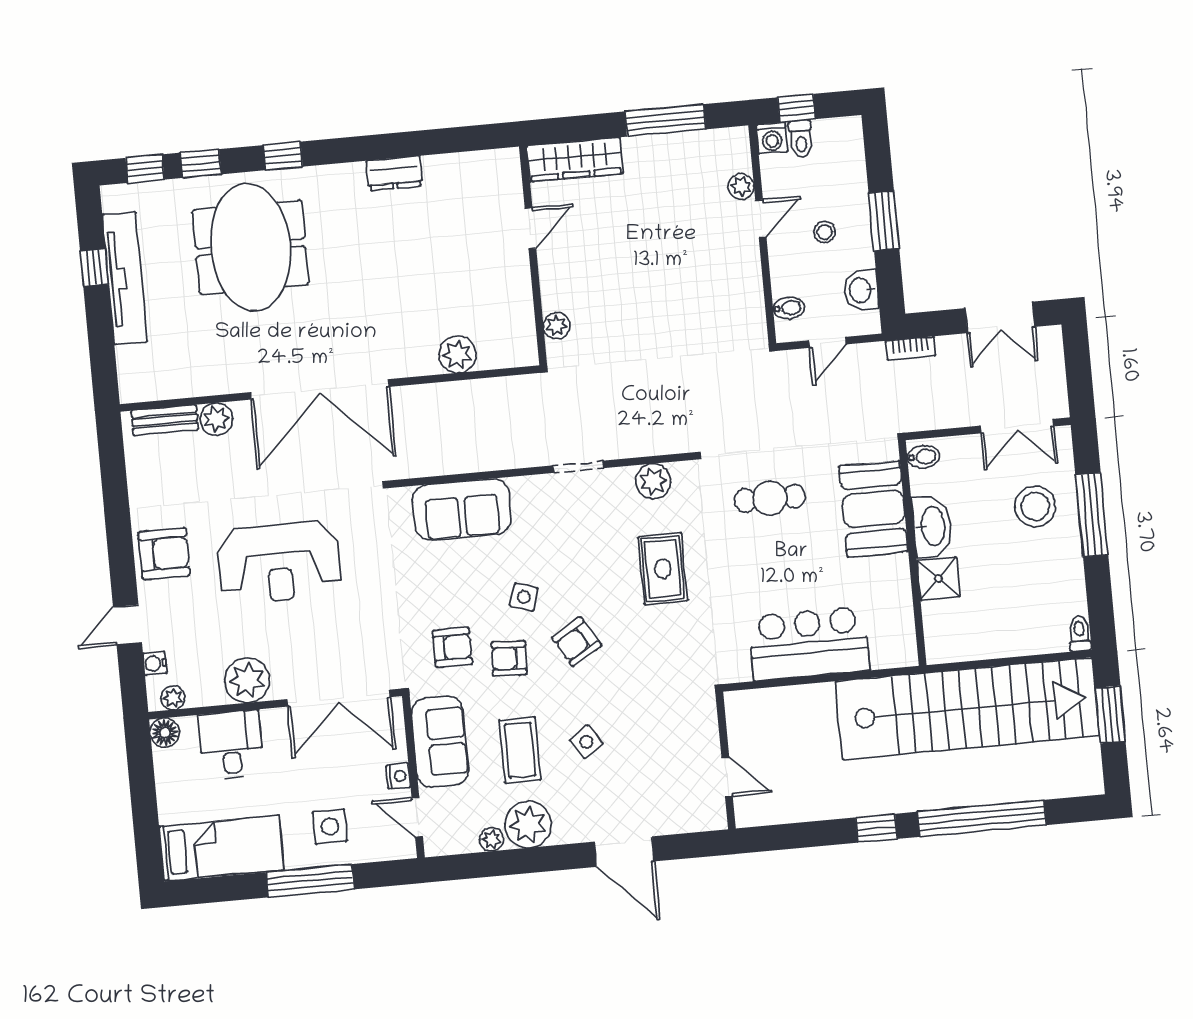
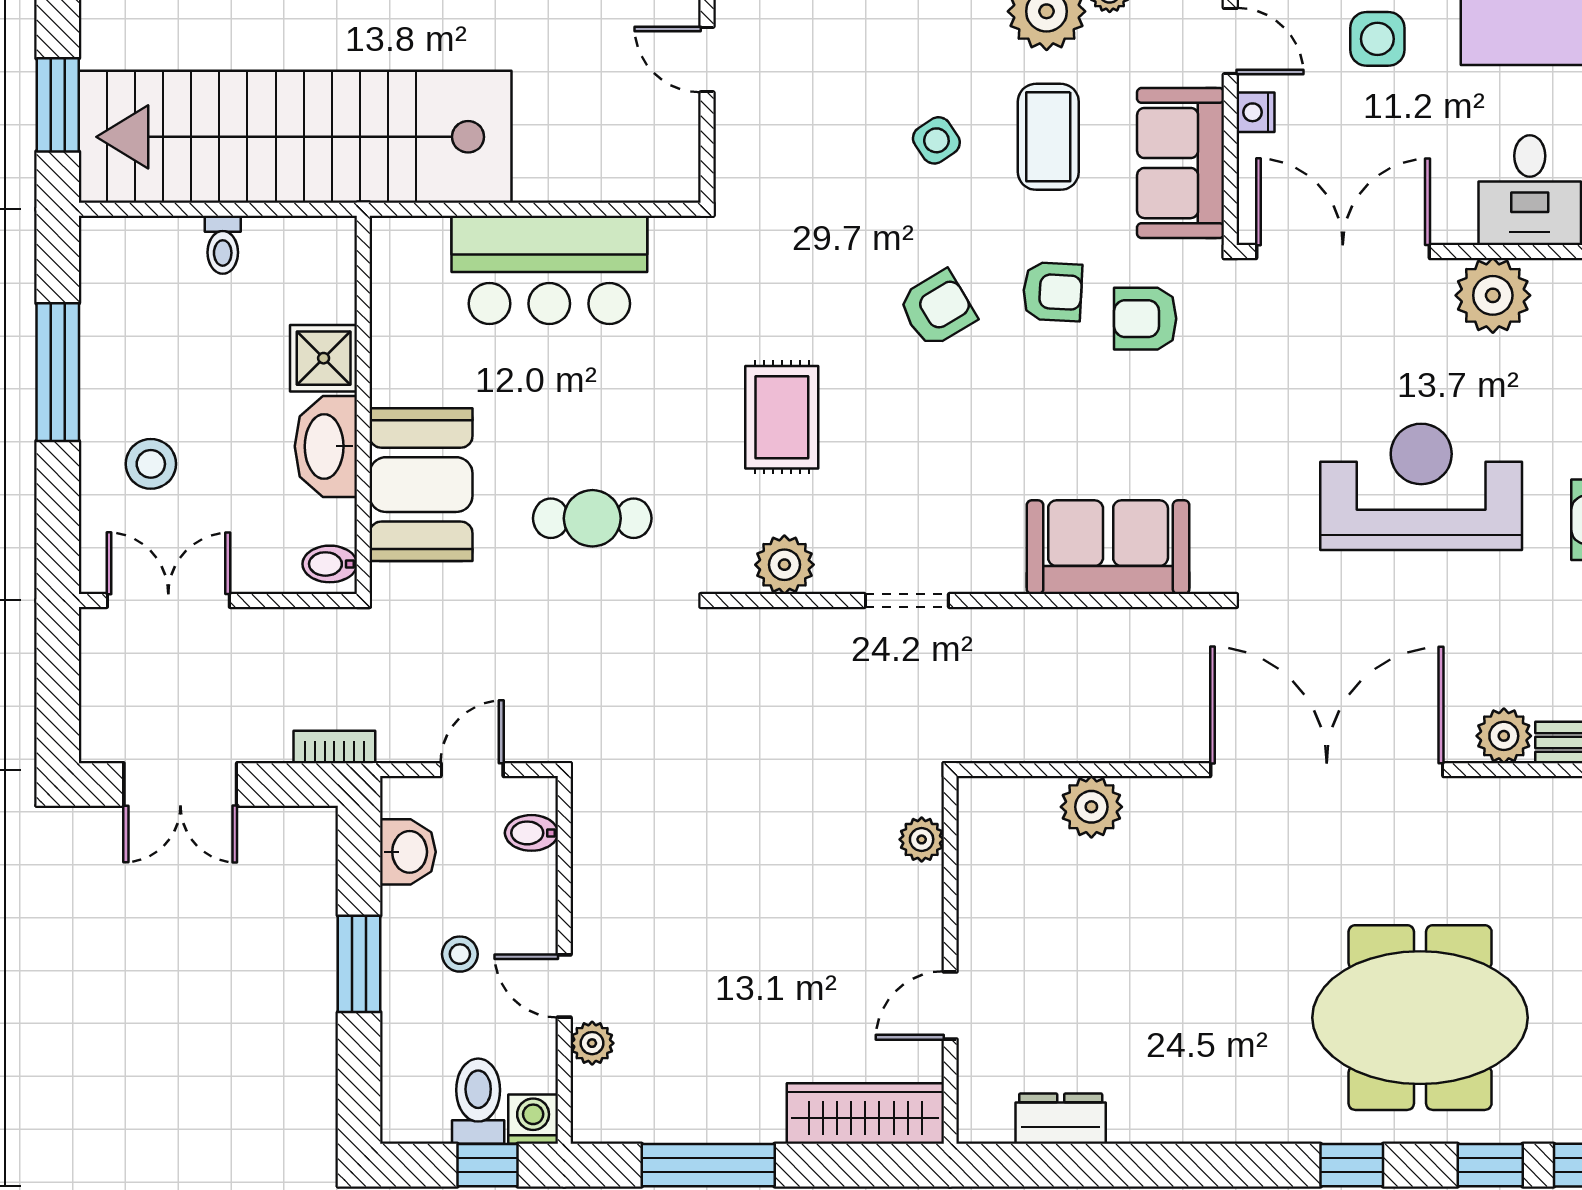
toilet: (801, 139) -> (478, 1101), width x1.37, depth x1.39
dresser: (394, 173) -> (1061, 1119), moved
door: (761, 219) -> (564, 986), hinge flipped
meeting table: (251, 247) -> (1420, 1018), turned 90
double door: (1000, 317) -> (180, 784), swing flipped
stool: (1035, 506) -> (151, 464), width x0.73, depth x0.73
window: (1092, 515) -> (58, 372), moved
side table: (524, 597) -> (1018, 392), removed
toilet: (1079, 633) -> (223, 245), moved

